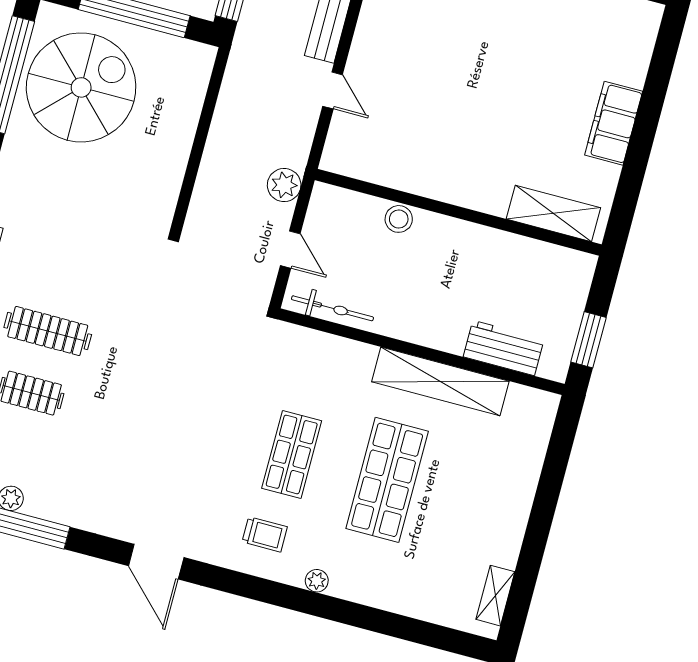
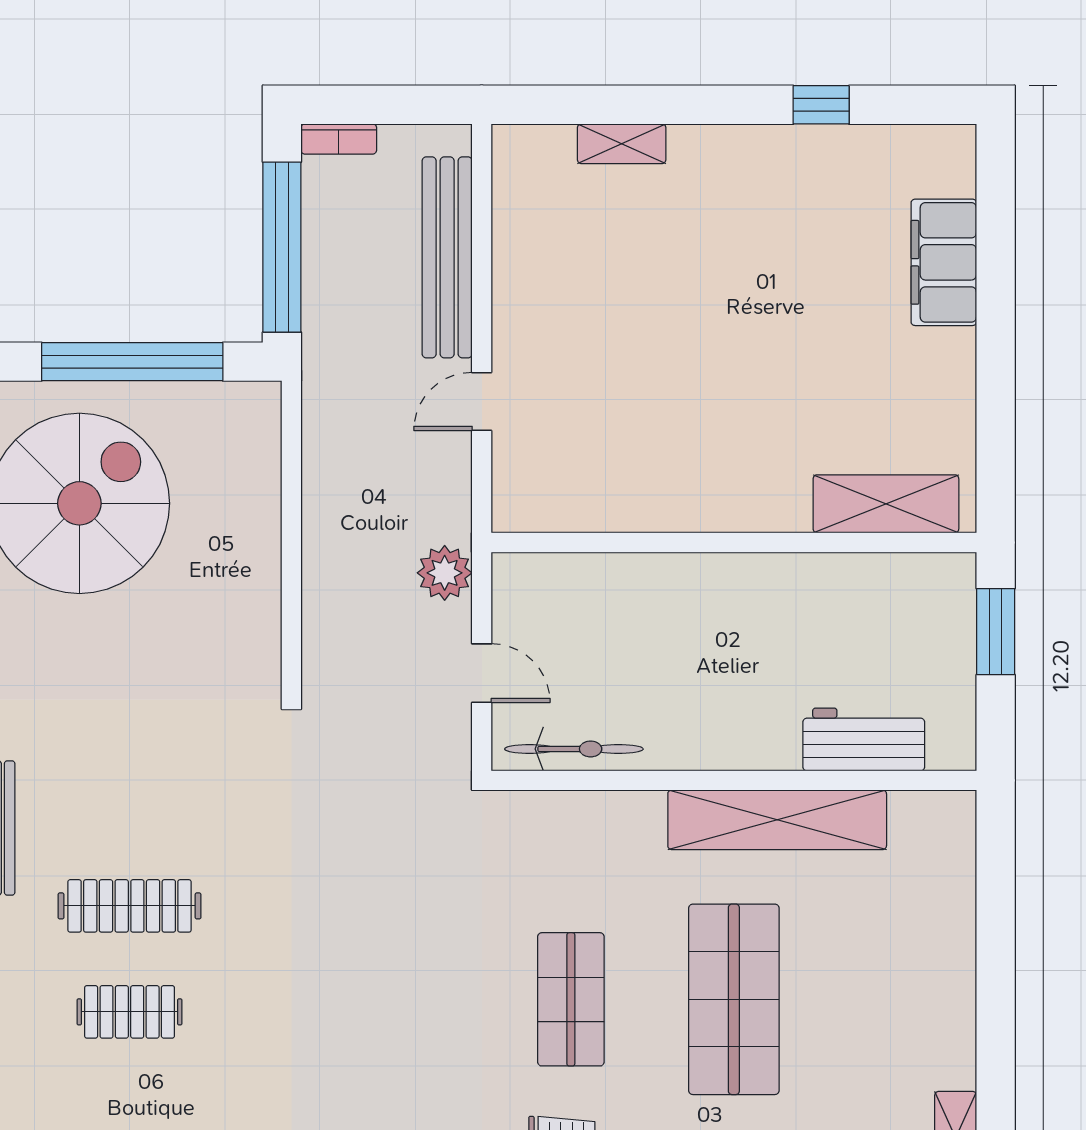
door: (333, 90) -> (482, 401), swing flipped
filing cabinet: (614, 123) -> (944, 262), moved
stool: (399, 219) -> (642, 578), removed
window: (588, 340) -> (996, 632), moved

